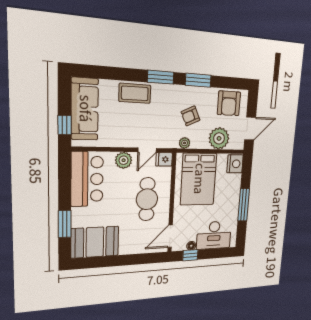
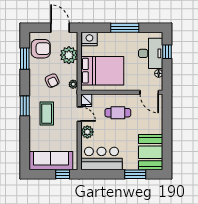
window: (198, 80) -> (25, 59), moved
coffee table: (135, 93) -> (47, 114), moved
cafe table: (147, 199) -> (118, 113), width x0.73, depth x0.74
window: (190, 255) -> (167, 52), moved

